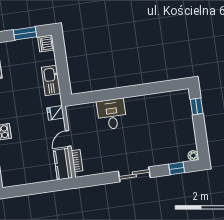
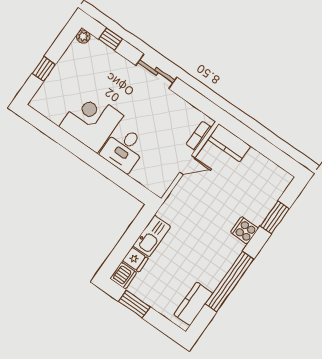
window: (197, 106) -> (44, 69), moved
fridge: (55, 113) -> (135, 260), moved
corner desk: (145, 113) -> (91, 121), added
kitchen counter: (63, 164) -> (229, 143), moved, turned 90

